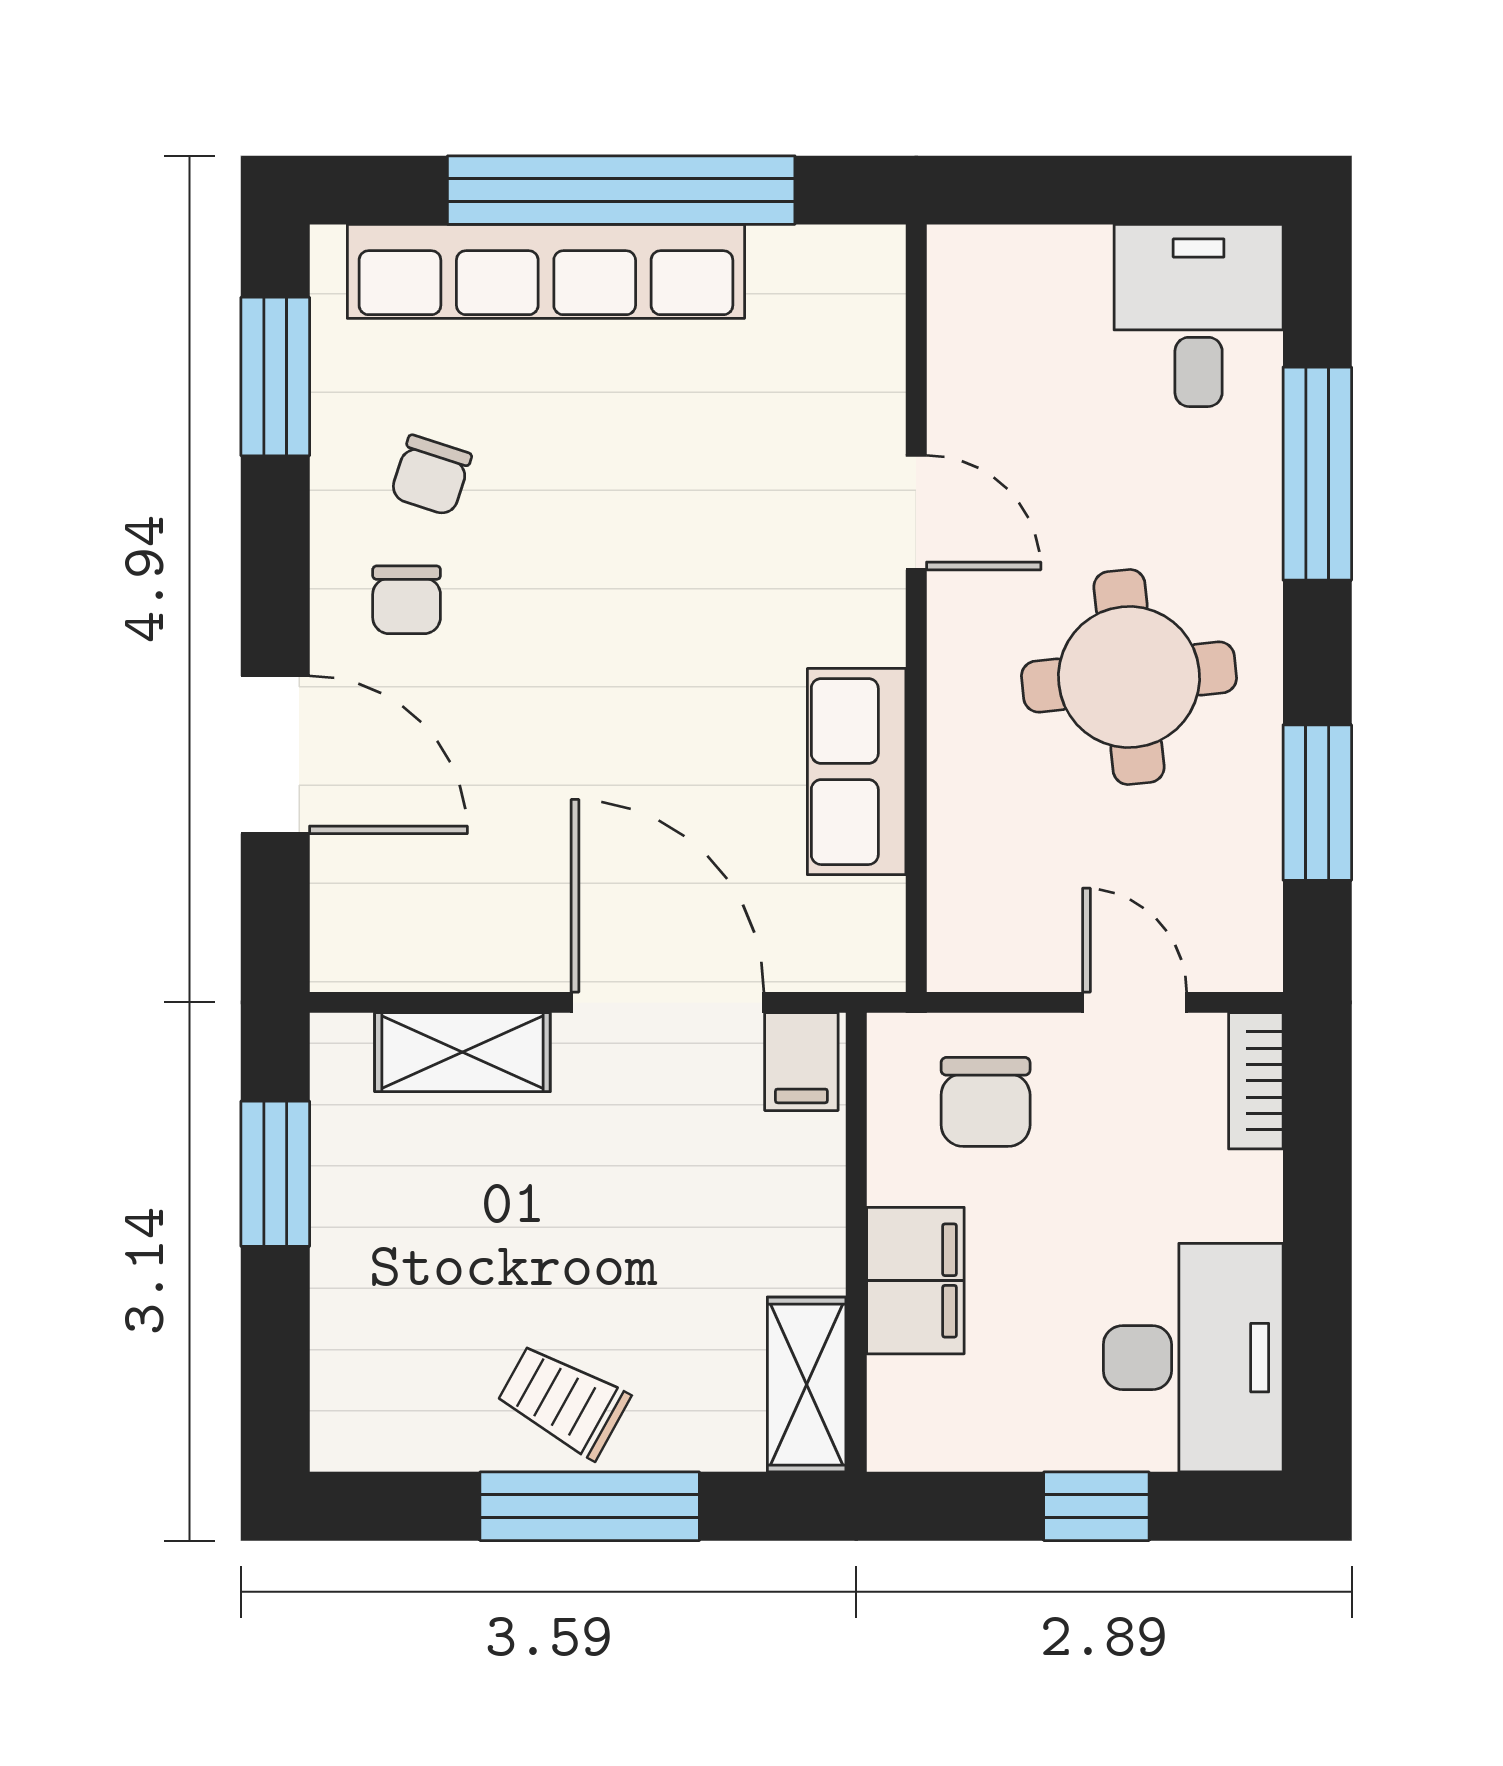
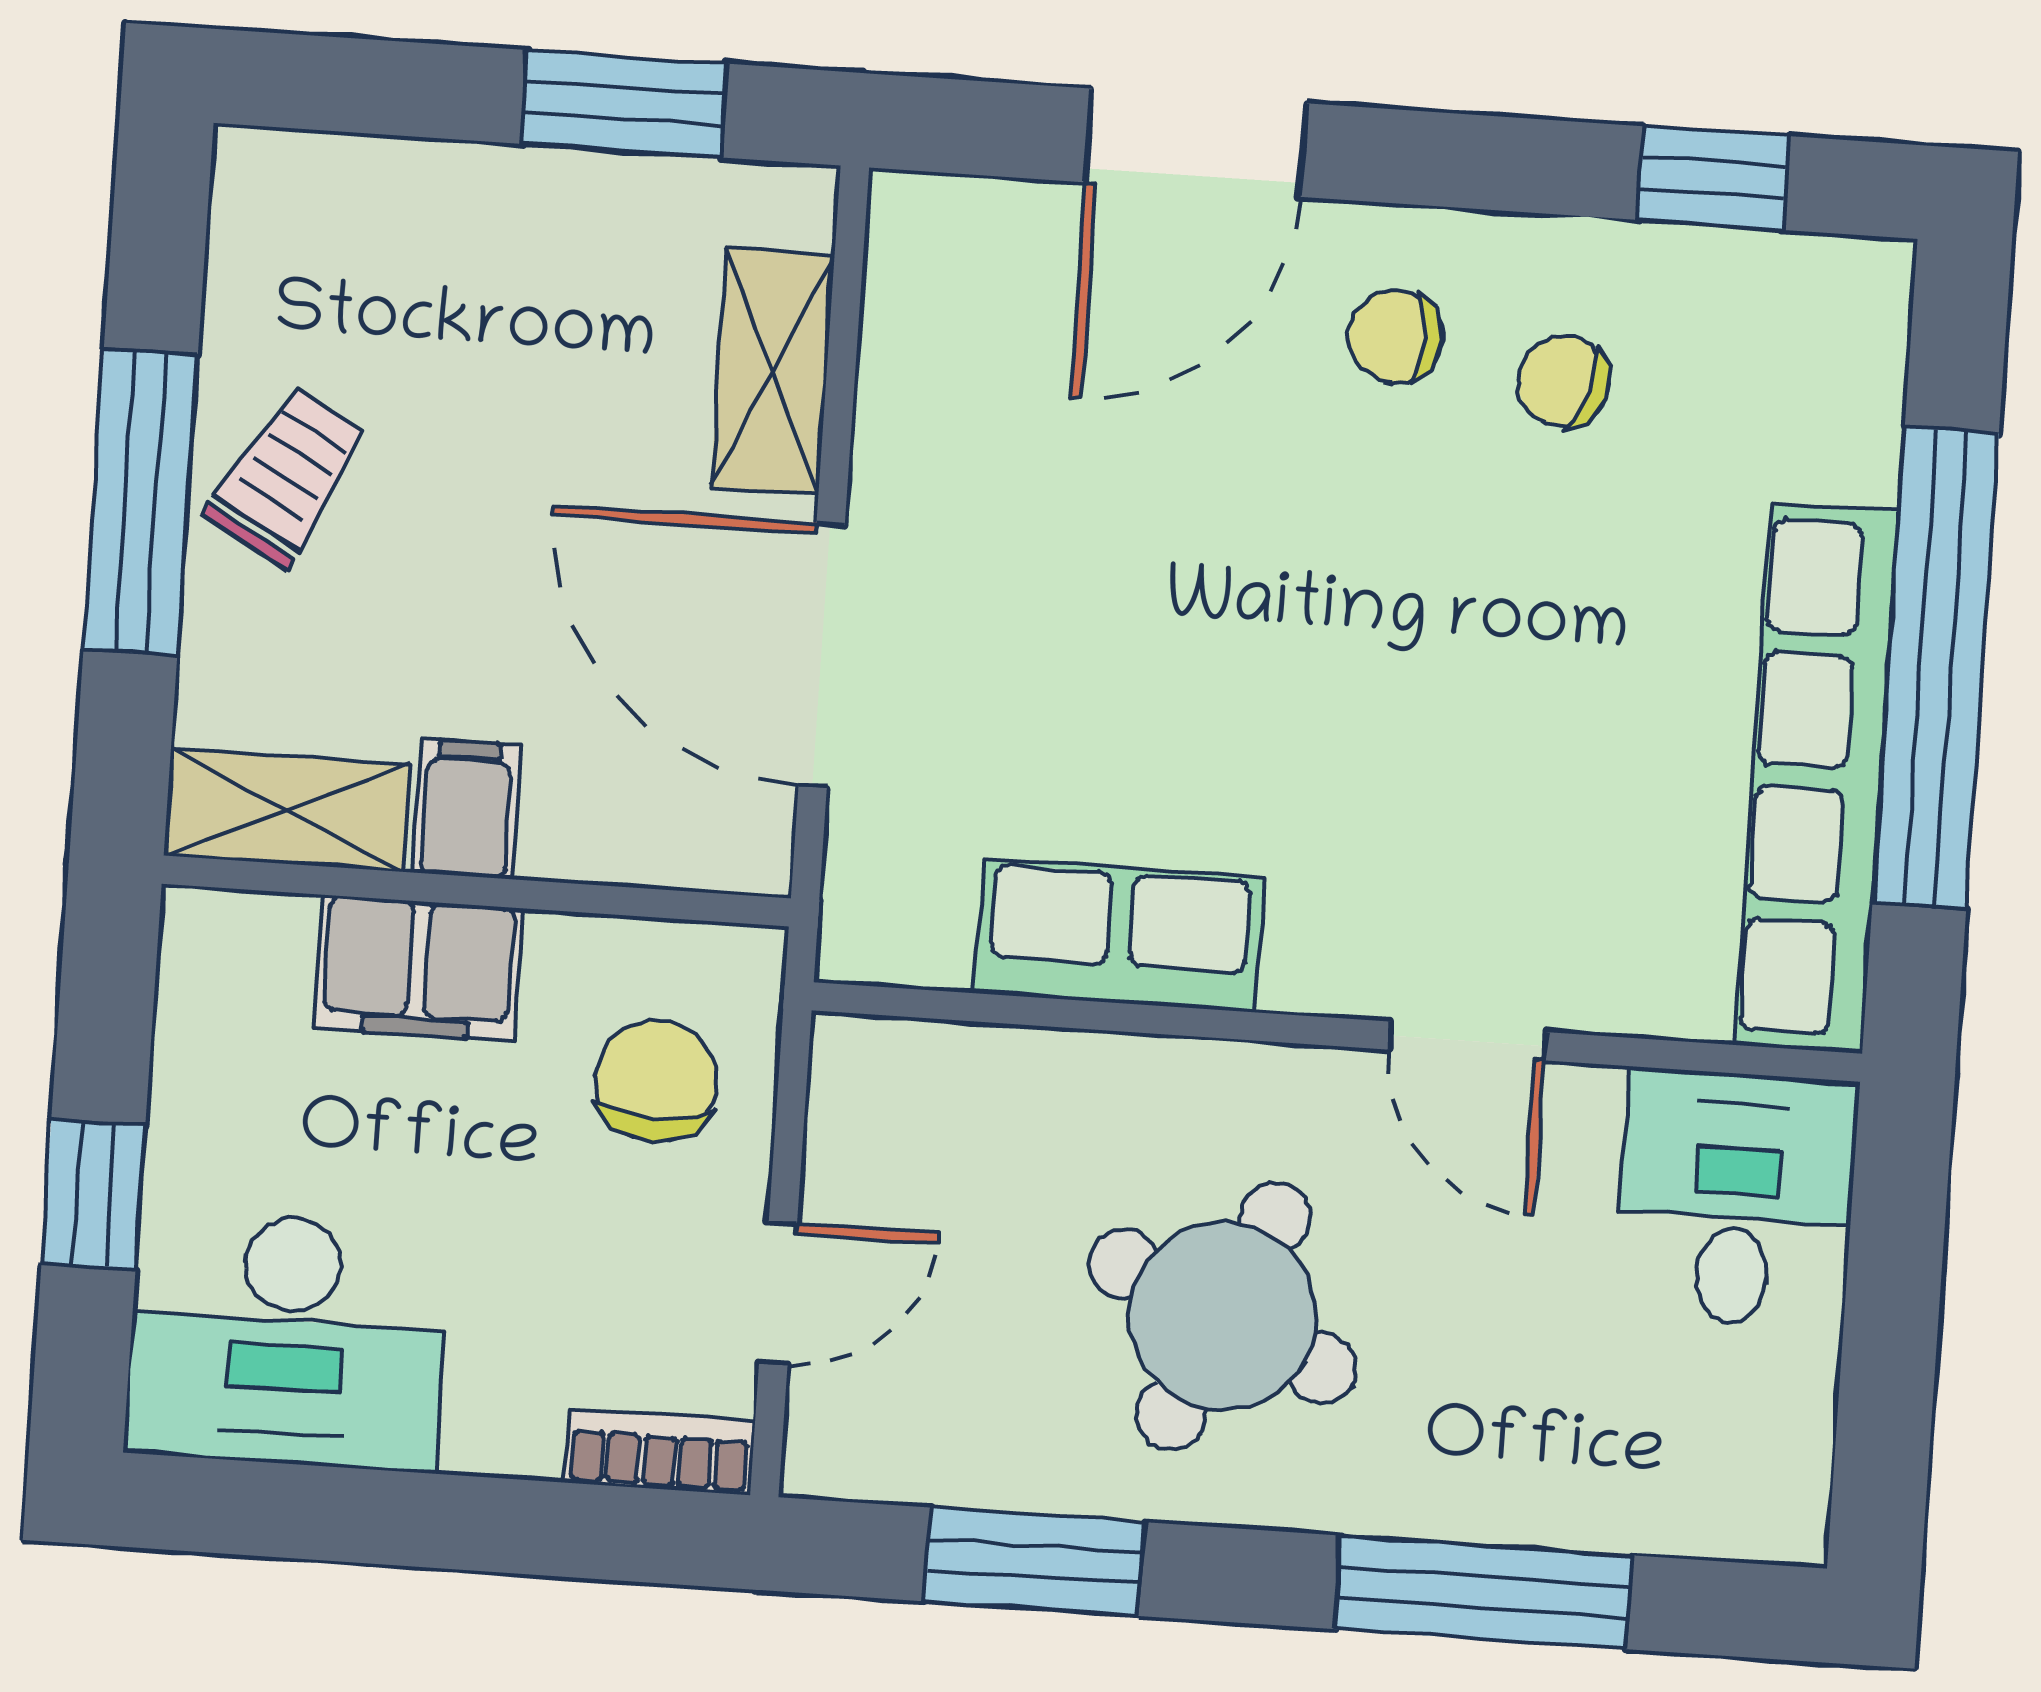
row of seats: (546, 271) -> (1816, 778), moved
desk: (1199, 315) -> (1736, 1198), moved, turned -90
window: (275, 376) -> (1713, 178), width x0.67
door: (916, 513) -> (1467, 1041), hinge flipped
round table: (1129, 677) -> (1223, 1316), turned 30
door: (667, 1002) -> (822, 656), swing flipped
filing cabinet: (801, 1062) -> (466, 809), moved, turned 90
chair: (986, 1102) -> (656, 1081), turned 90

